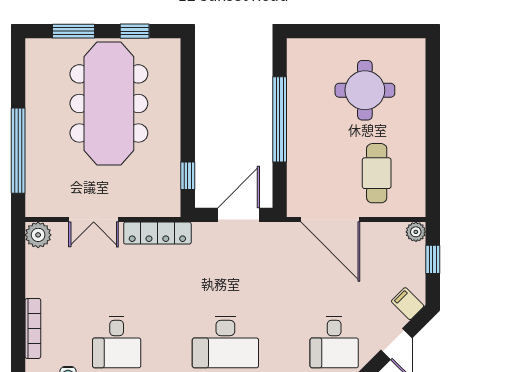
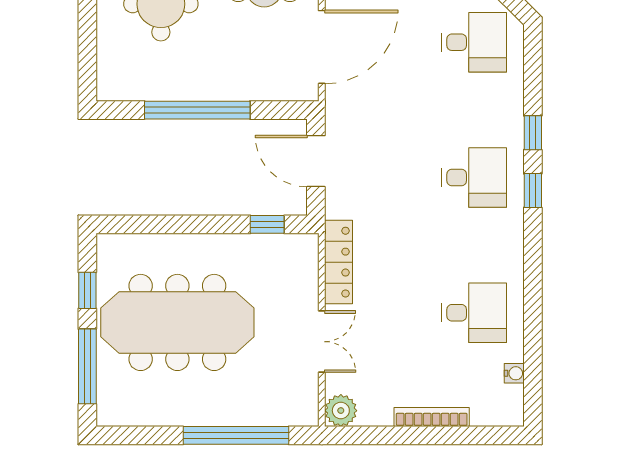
window: (74, 31) -> (87, 366), width x1.44
bookcase: (33, 328) -> (432, 417), moved
desk: (225, 342) -> (474, 177), width x0.73

